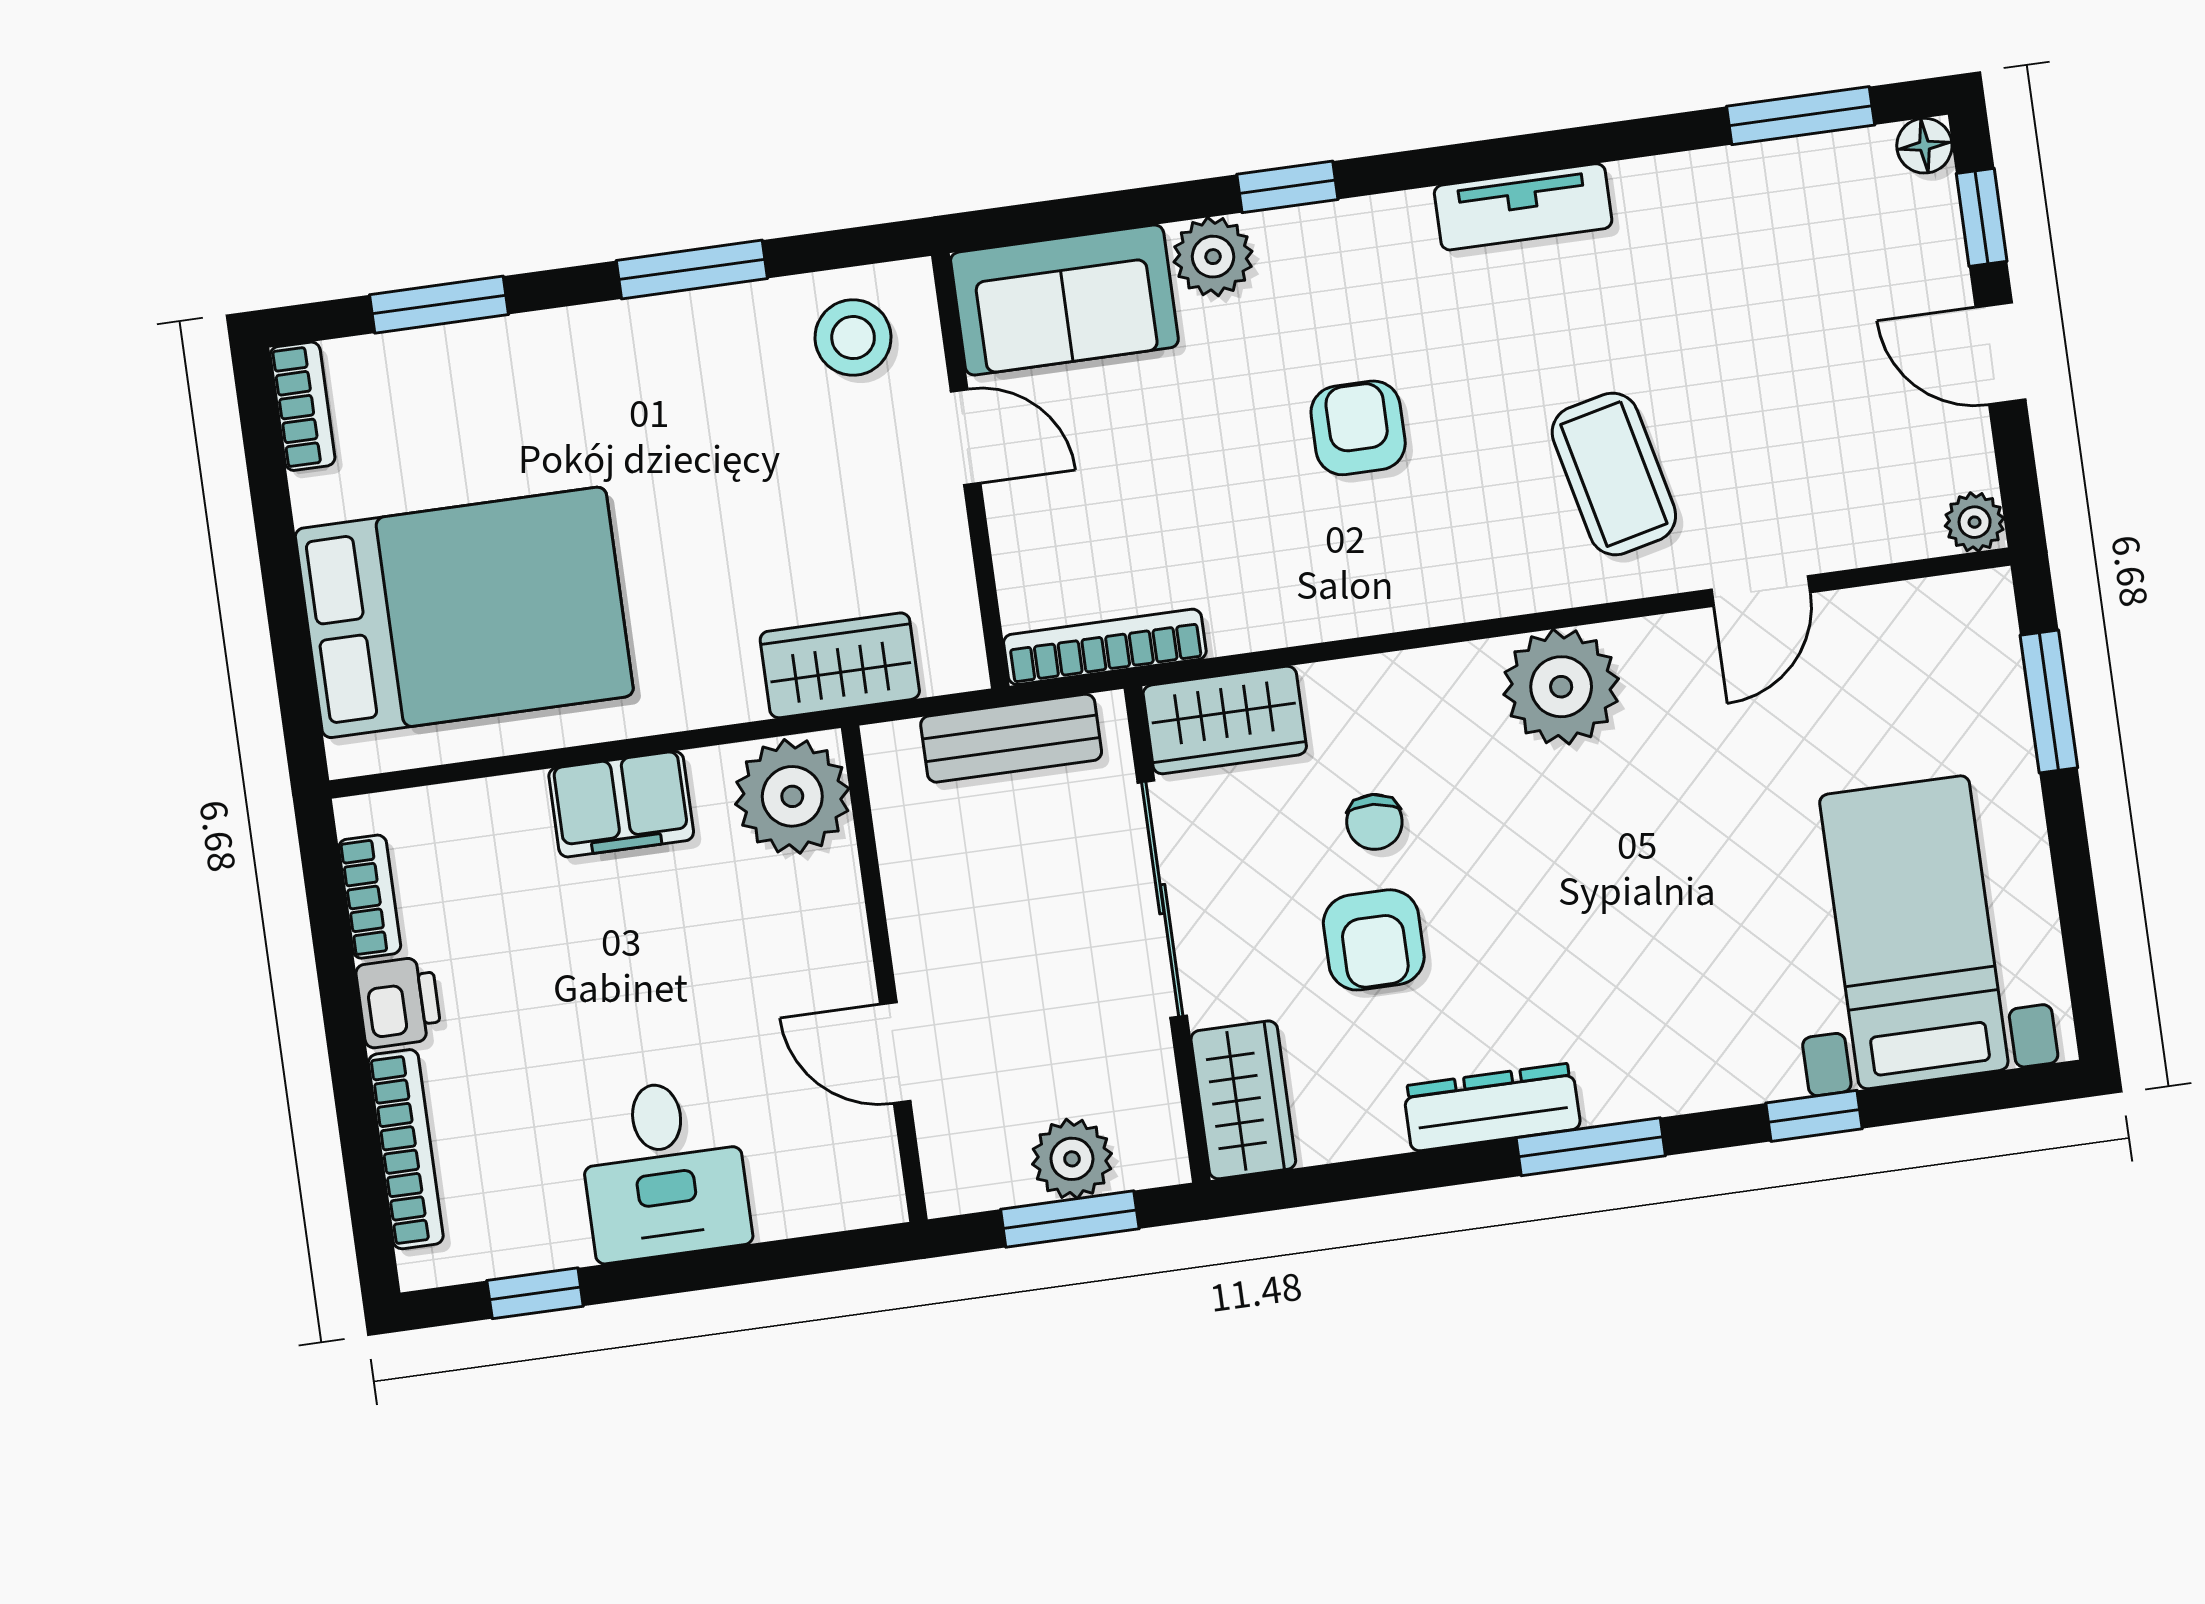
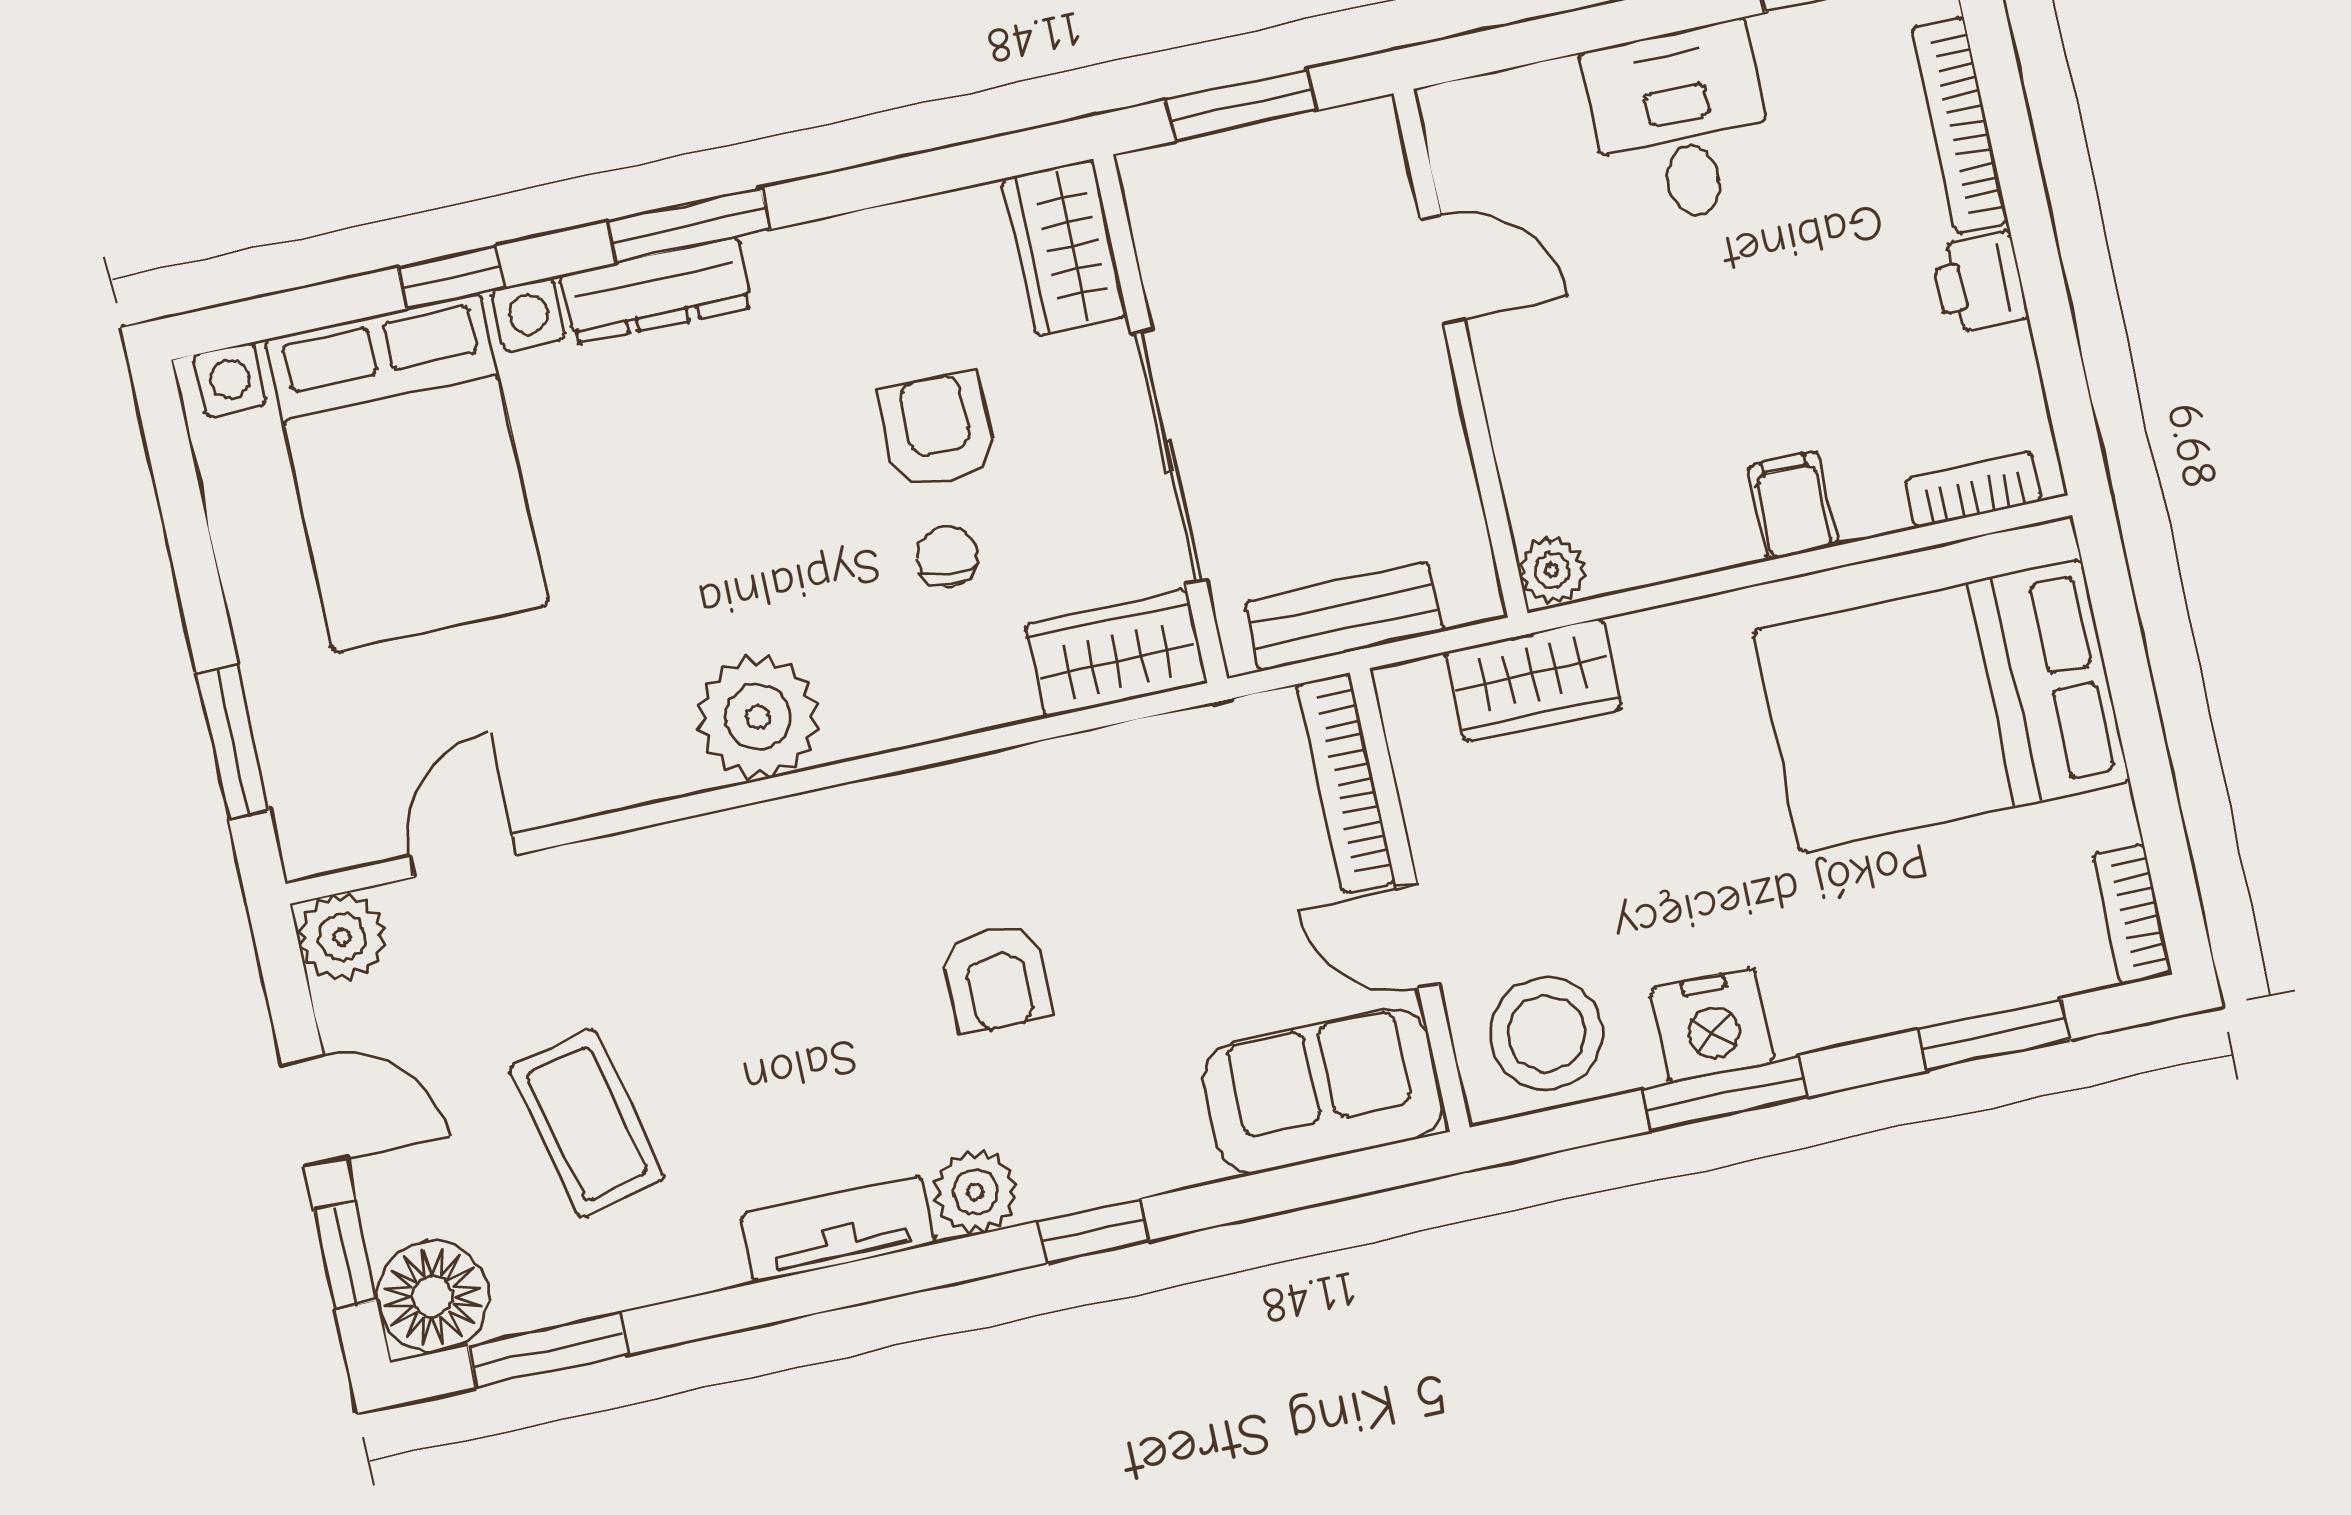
floor lamp: (1924, 146) -> (433, 1297), width x1.89, depth x1.89
plant: (1213, 257) -> (975, 1192), moved
nightstand: (699, 333) -> (1712, 1025), added
stool: (853, 338) -> (1547, 1033), width x1.38, depth x1.38
coffee table: (1614, 474) -> (587, 1123), moved
plant: (1975, 522) -> (342, 937), width x1.38, depth x1.38
door: (1761, 591) -> (463, 856), moved
bookcase: (1105, 647) -> (1346, 783), moved, turned 90
plant: (792, 796) -> (1552, 570), width x0.53, depth x0.53
filing cabinet: (621, 804) -> (1793, 506), width x0.50
bookcase: (370, 897) -> (1974, 489), moved, turned 90
bed with nightstands: (1914, 932) -> (407, 472), width x1.36
dresser: (1492, 1107) -> (656, 291), moved
plant: (1072, 1159) -> (1244, 170), removed

